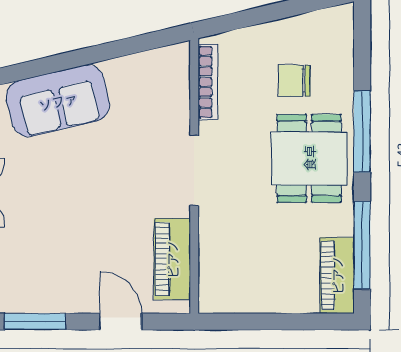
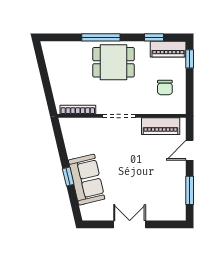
window: (64, 61) -> (68, 177), added
chair: (294, 81) -> (165, 88), moved
window: (362, 245) -> (154, 37), width x0.46
window: (316, 322) -> (190, 59), added

